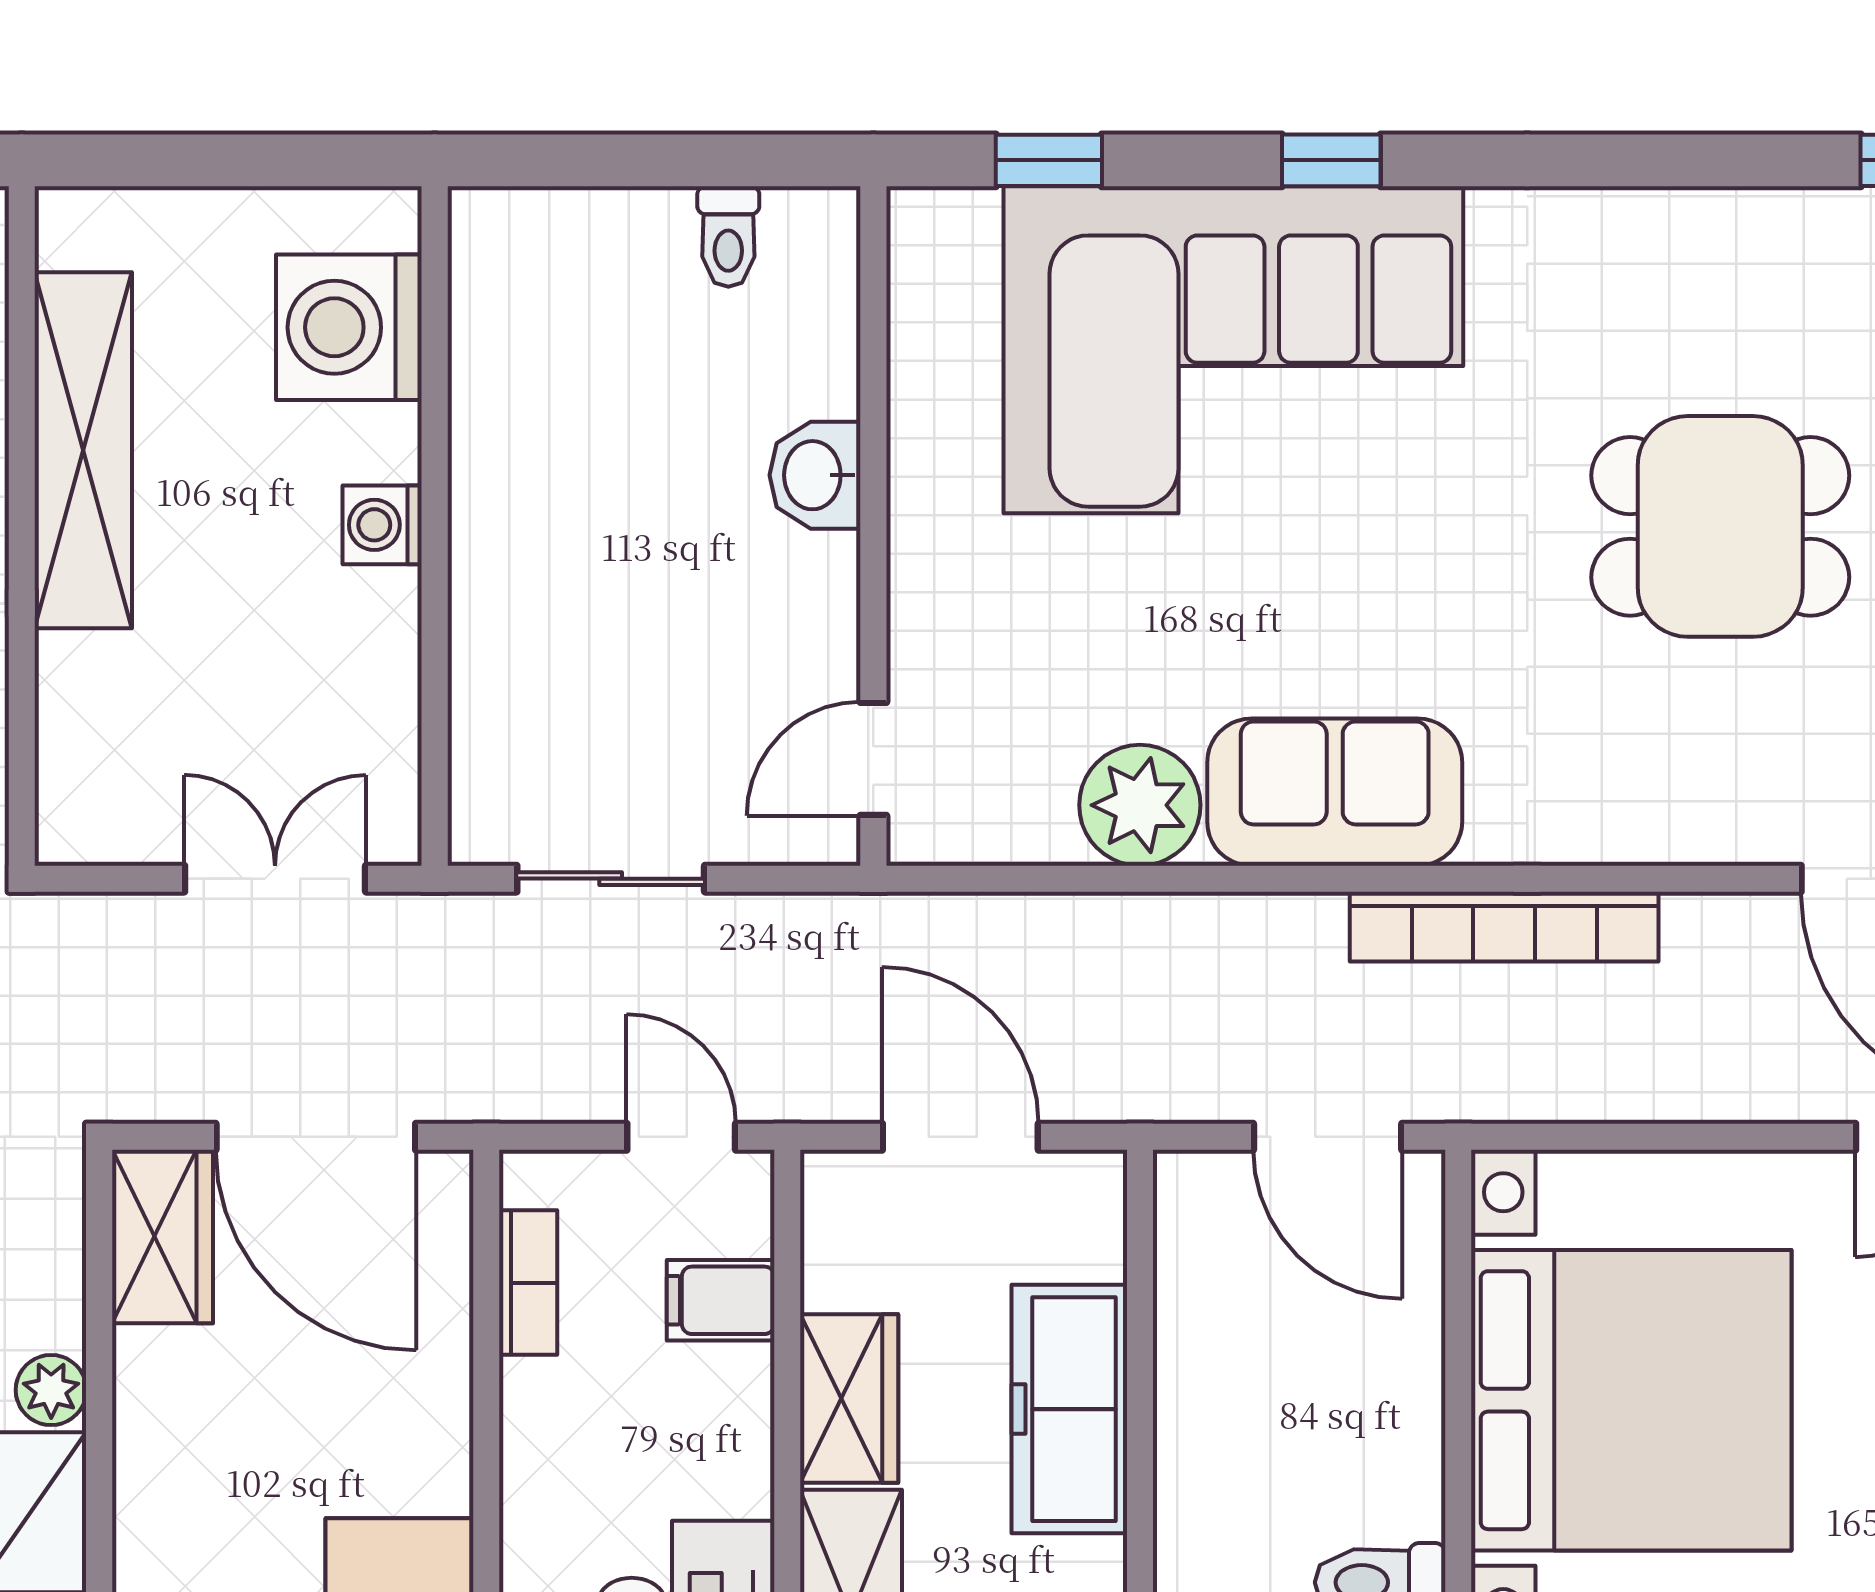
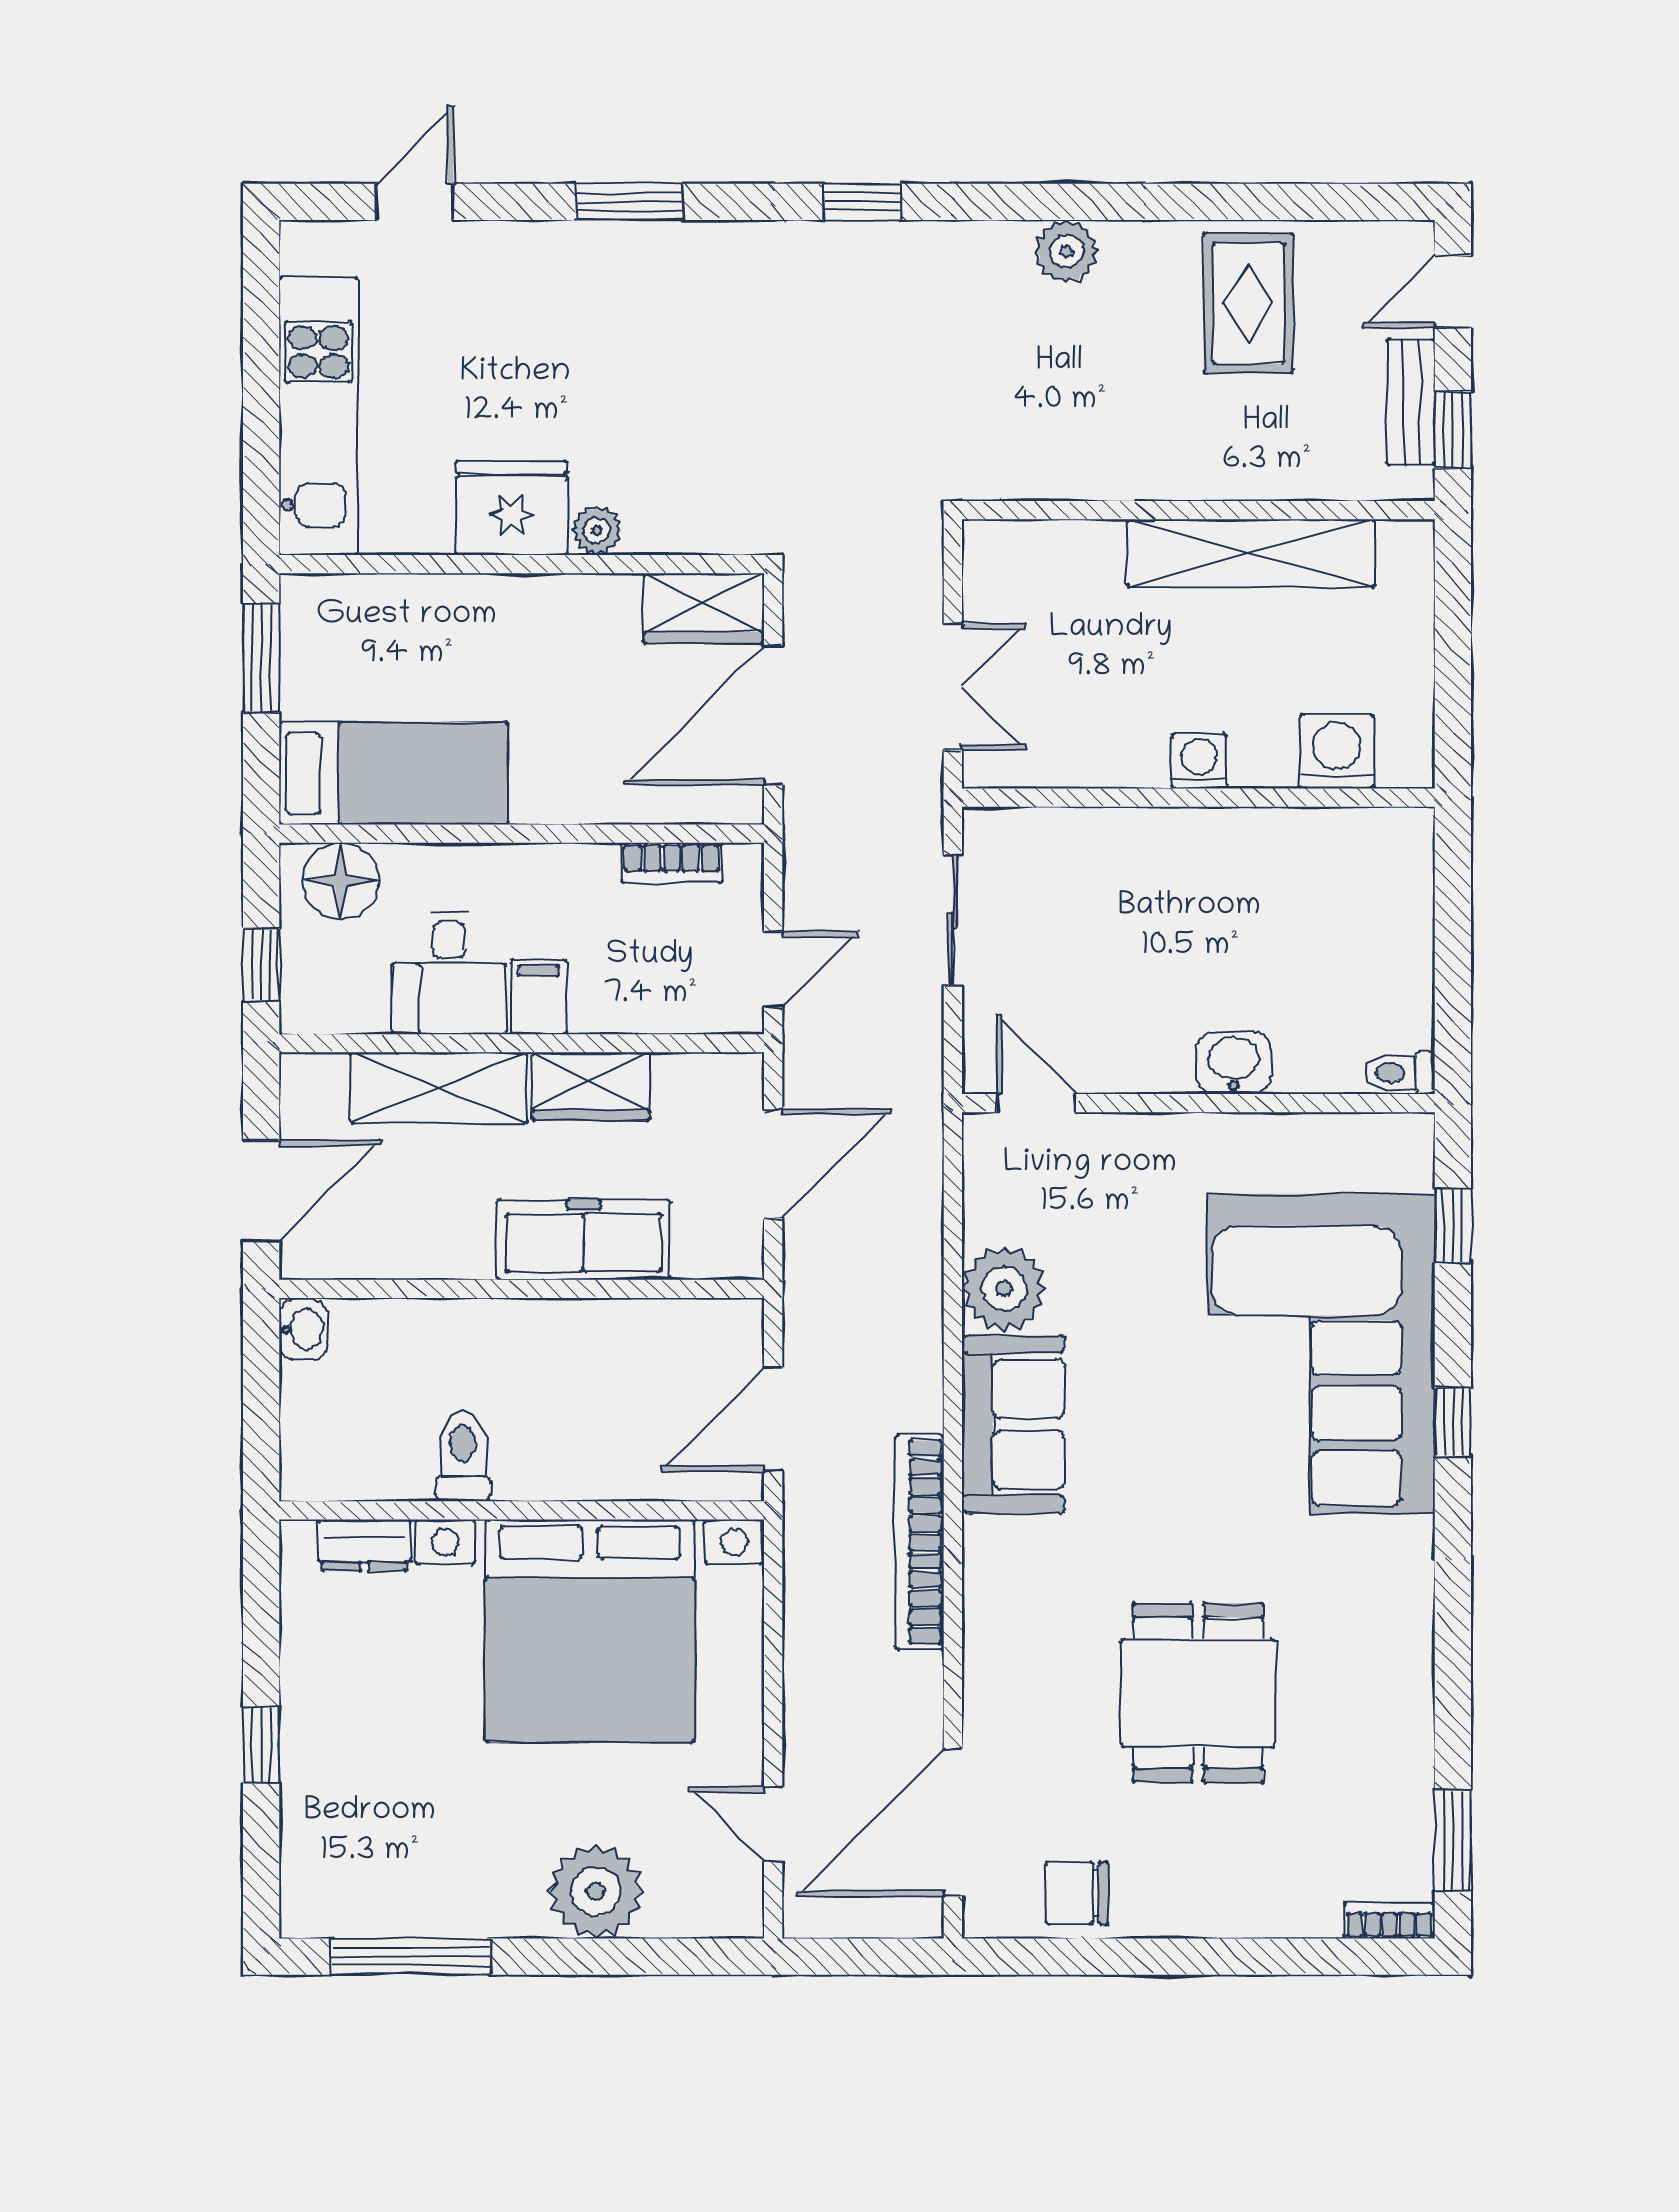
toilet: (728, 237) -> (1400, 1073), moved
washing machine: (349, 327) -> (1337, 752), width x0.73, depth x0.73
filing cabinet: (721, 1300) -> (539, 997), moved

